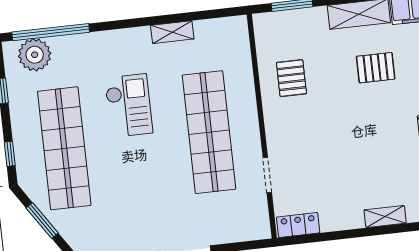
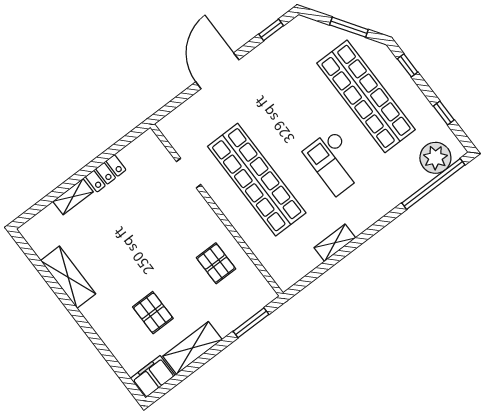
pallet: (376, 68) -> (153, 313), turned 90
locker: (298, 225) -> (106, 173), moved

